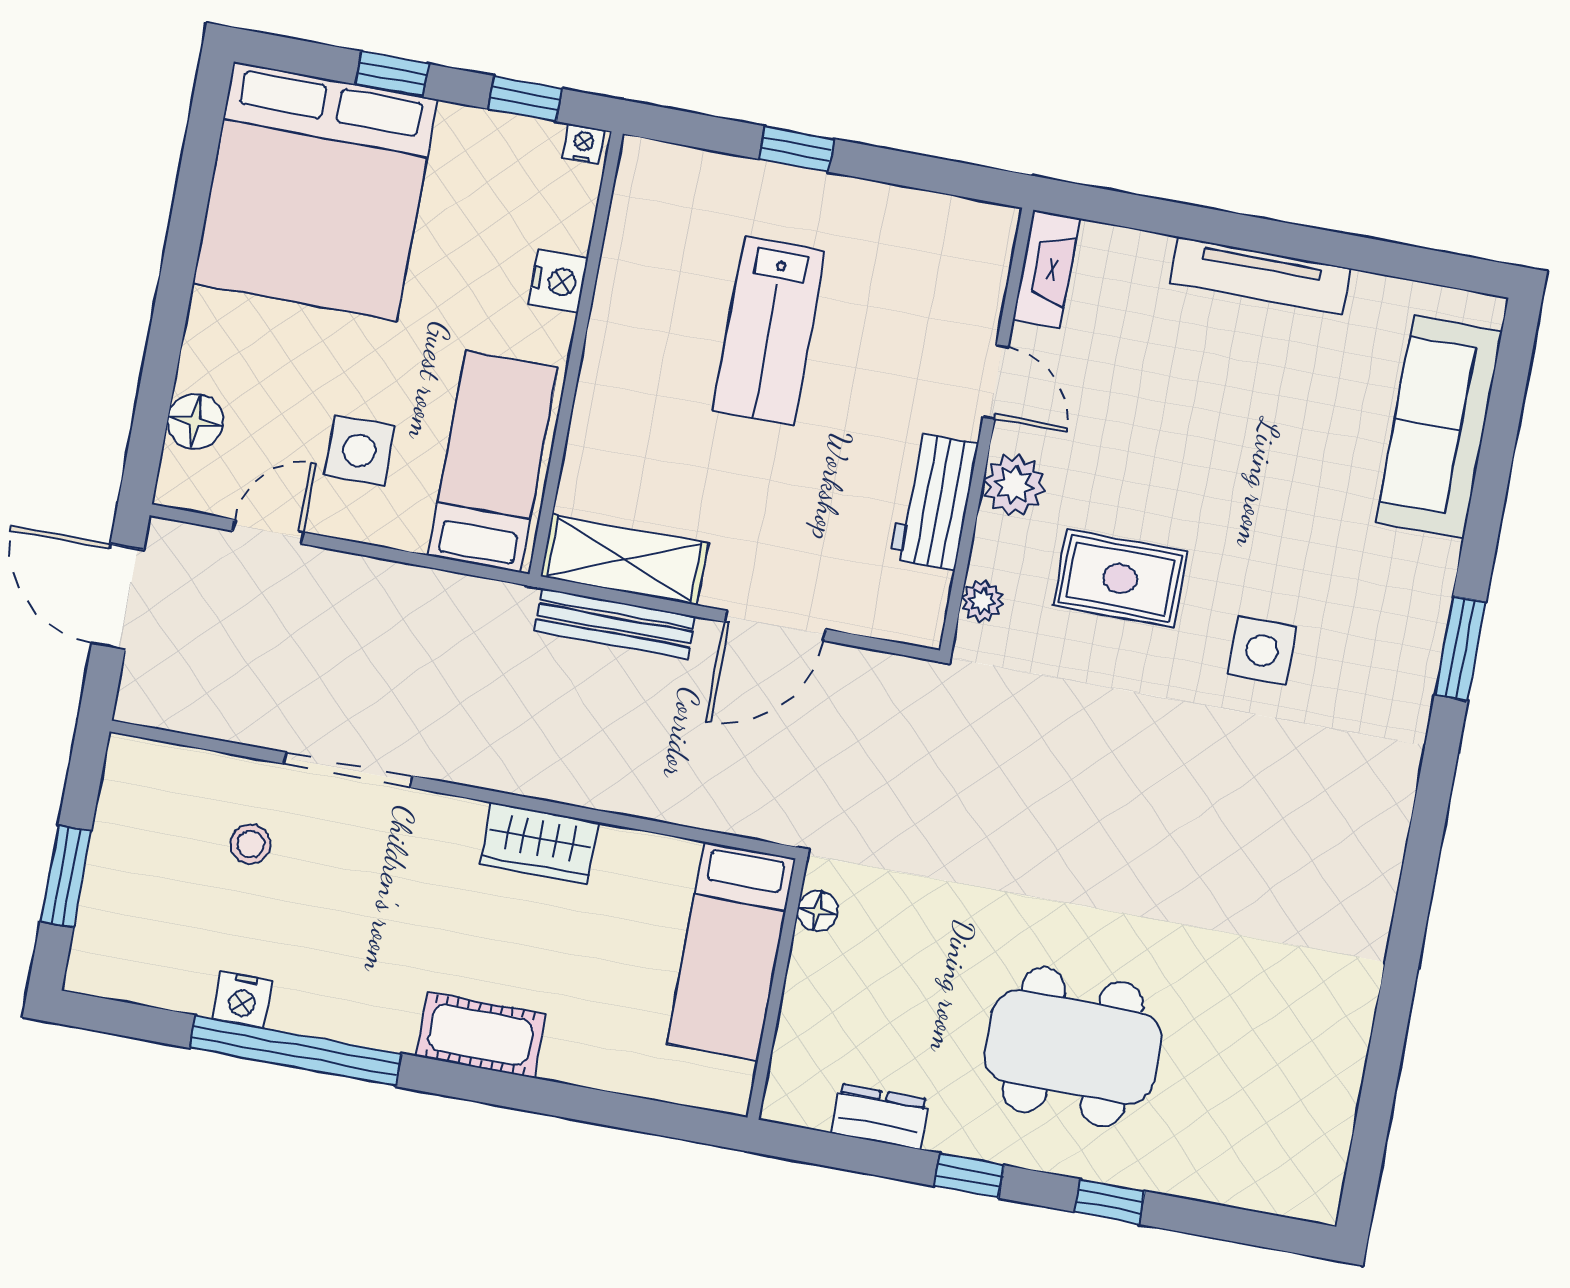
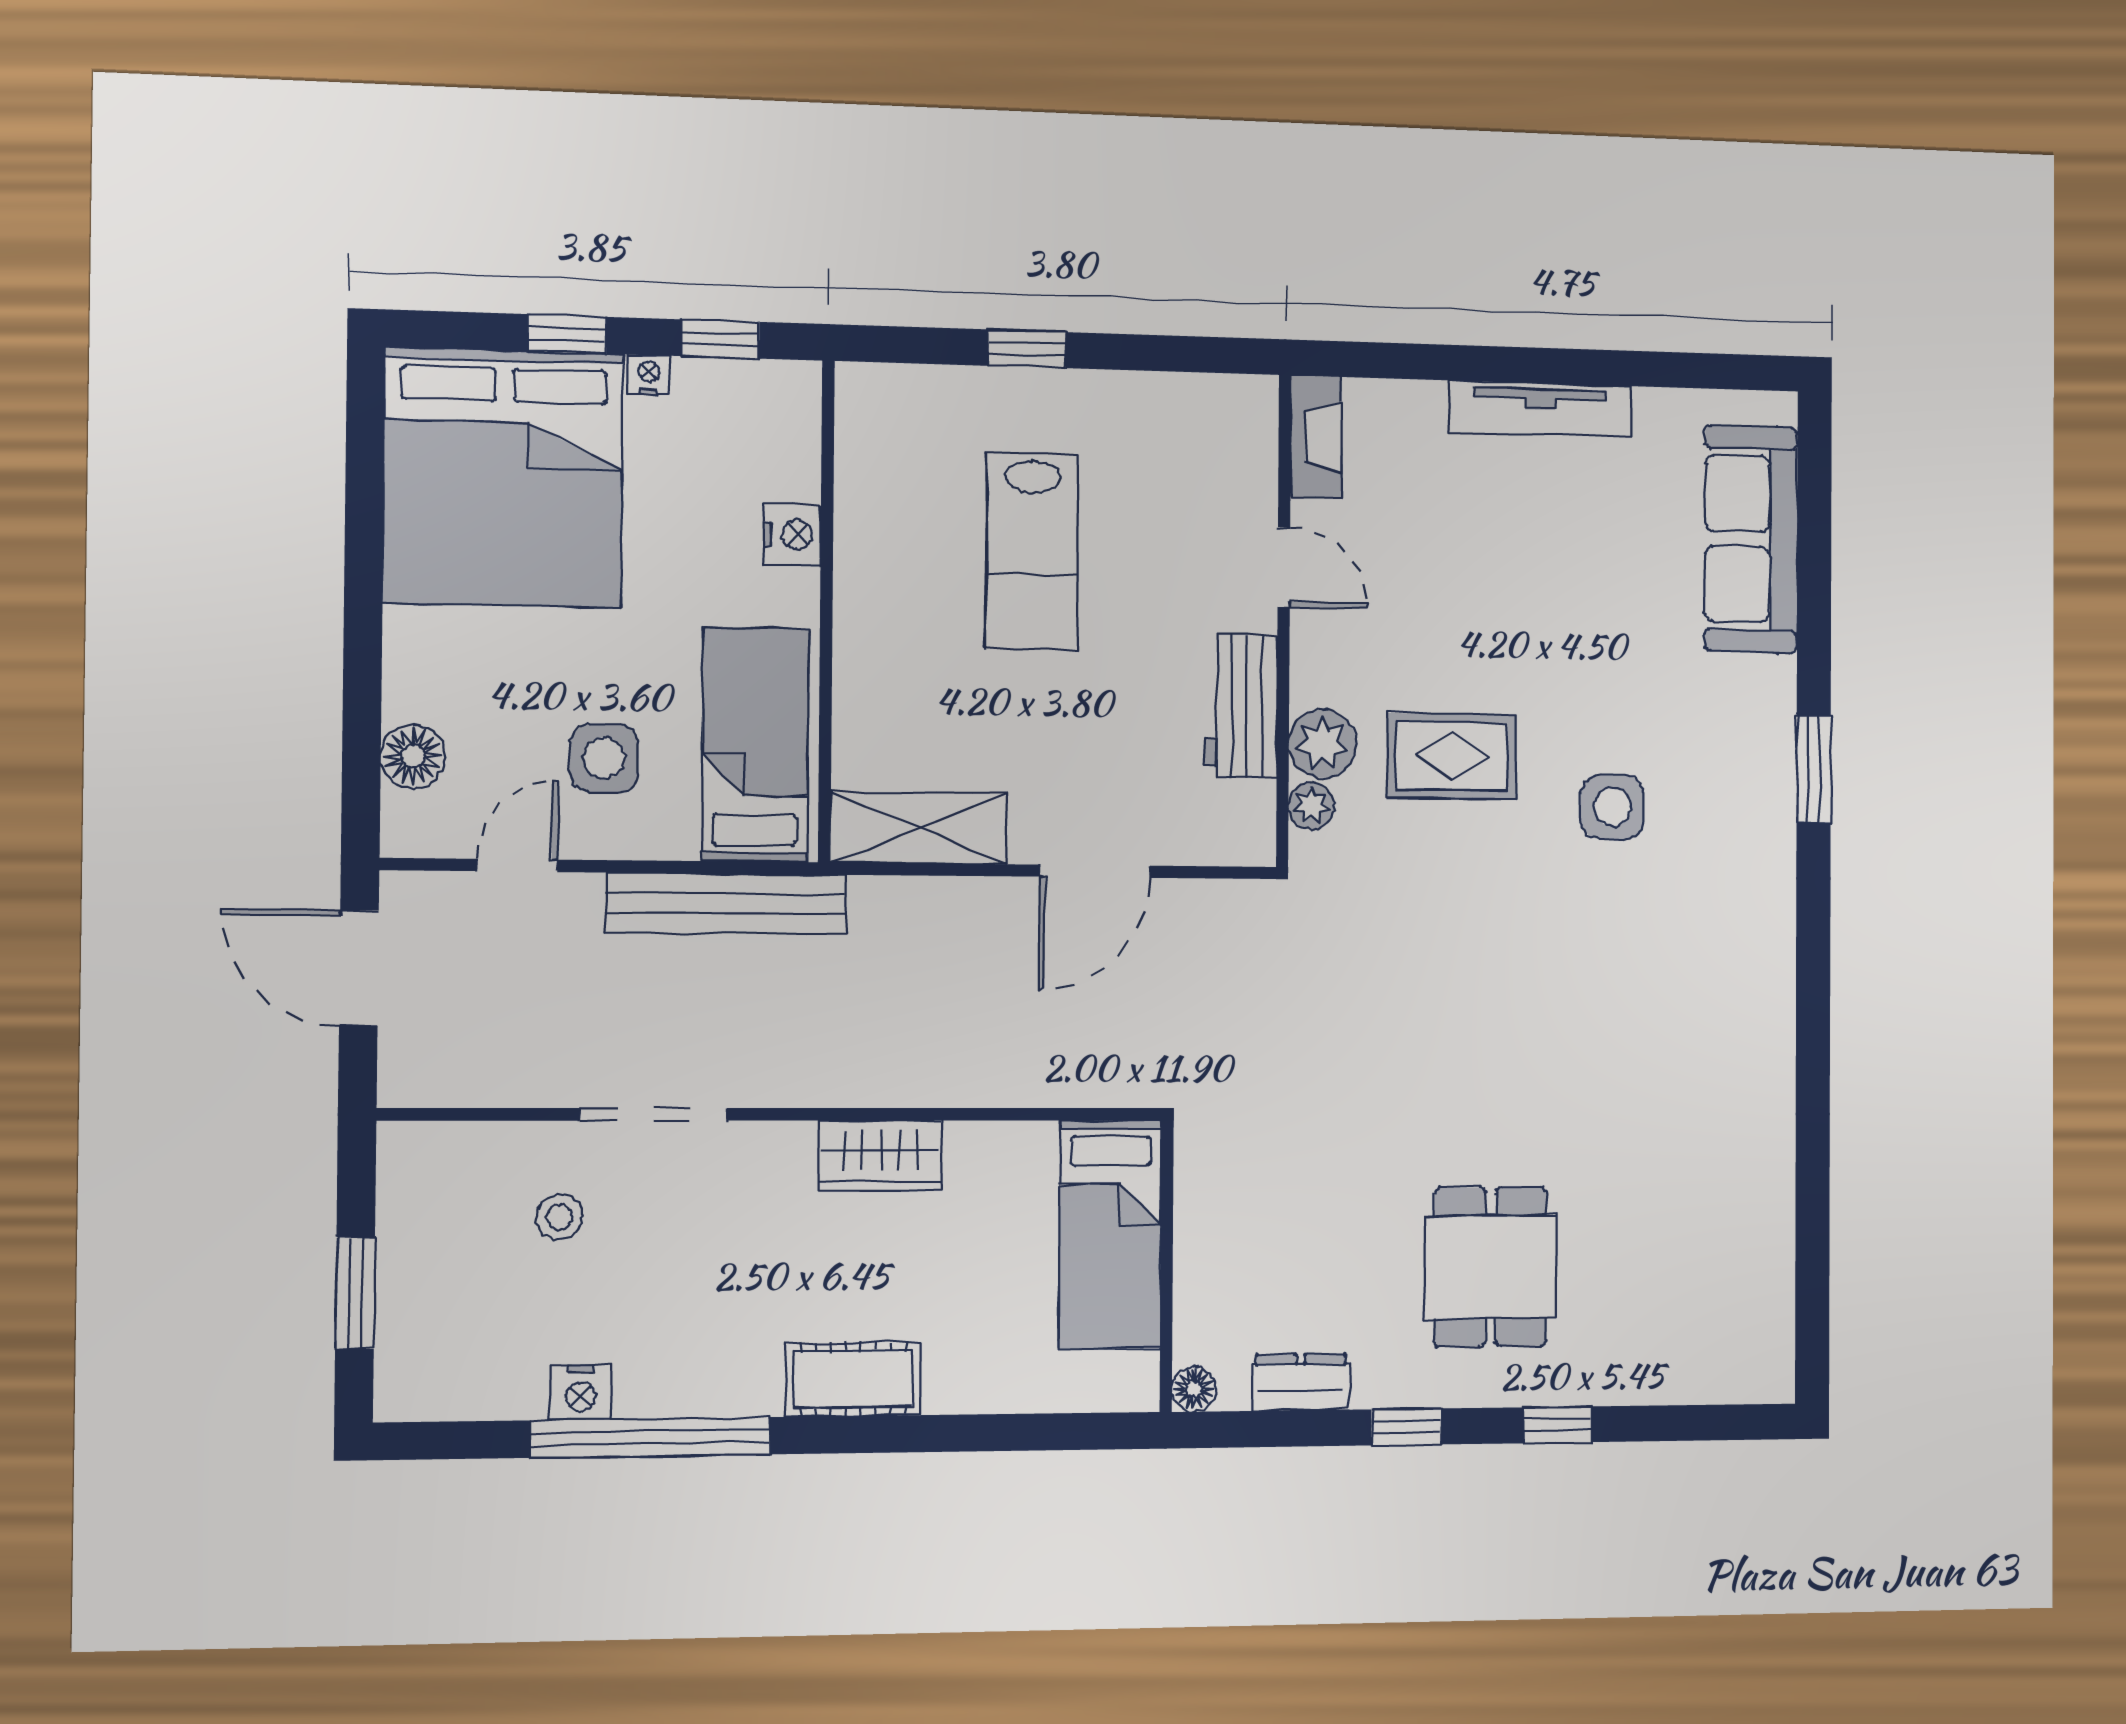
nightstand: (583, 144) -> (649, 375), moved
plant: (1014, 485) -> (1322, 743), moved
bench: (615, 624) -> (727, 903), moved, width x1.37, depth x1.21
floor lamp: (818, 911) -> (1194, 1389), moved
dining table: (1073, 1047) -> (1491, 1267), width x0.73

